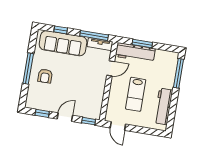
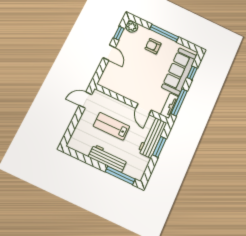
plant: (31, 103) -> (132, 27), added
workbench: (163, 106) -> (108, 158), moved
window: (89, 121) -> (99, 73), removed

